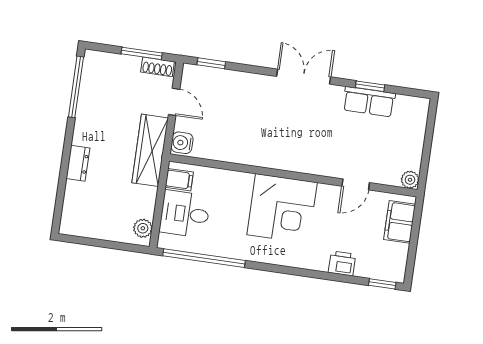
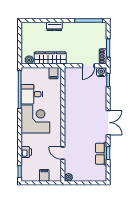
water cooler: (182, 143) -> (101, 72), moved
wardrobe: (150, 150) -> (50, 58), moved
corner desk: (282, 209) -> (35, 119), moved, turned 180
desk: (185, 214) -> (32, 94), moved, turned -90
filing cabinet: (400, 222) -> (44, 175), width x0.50

